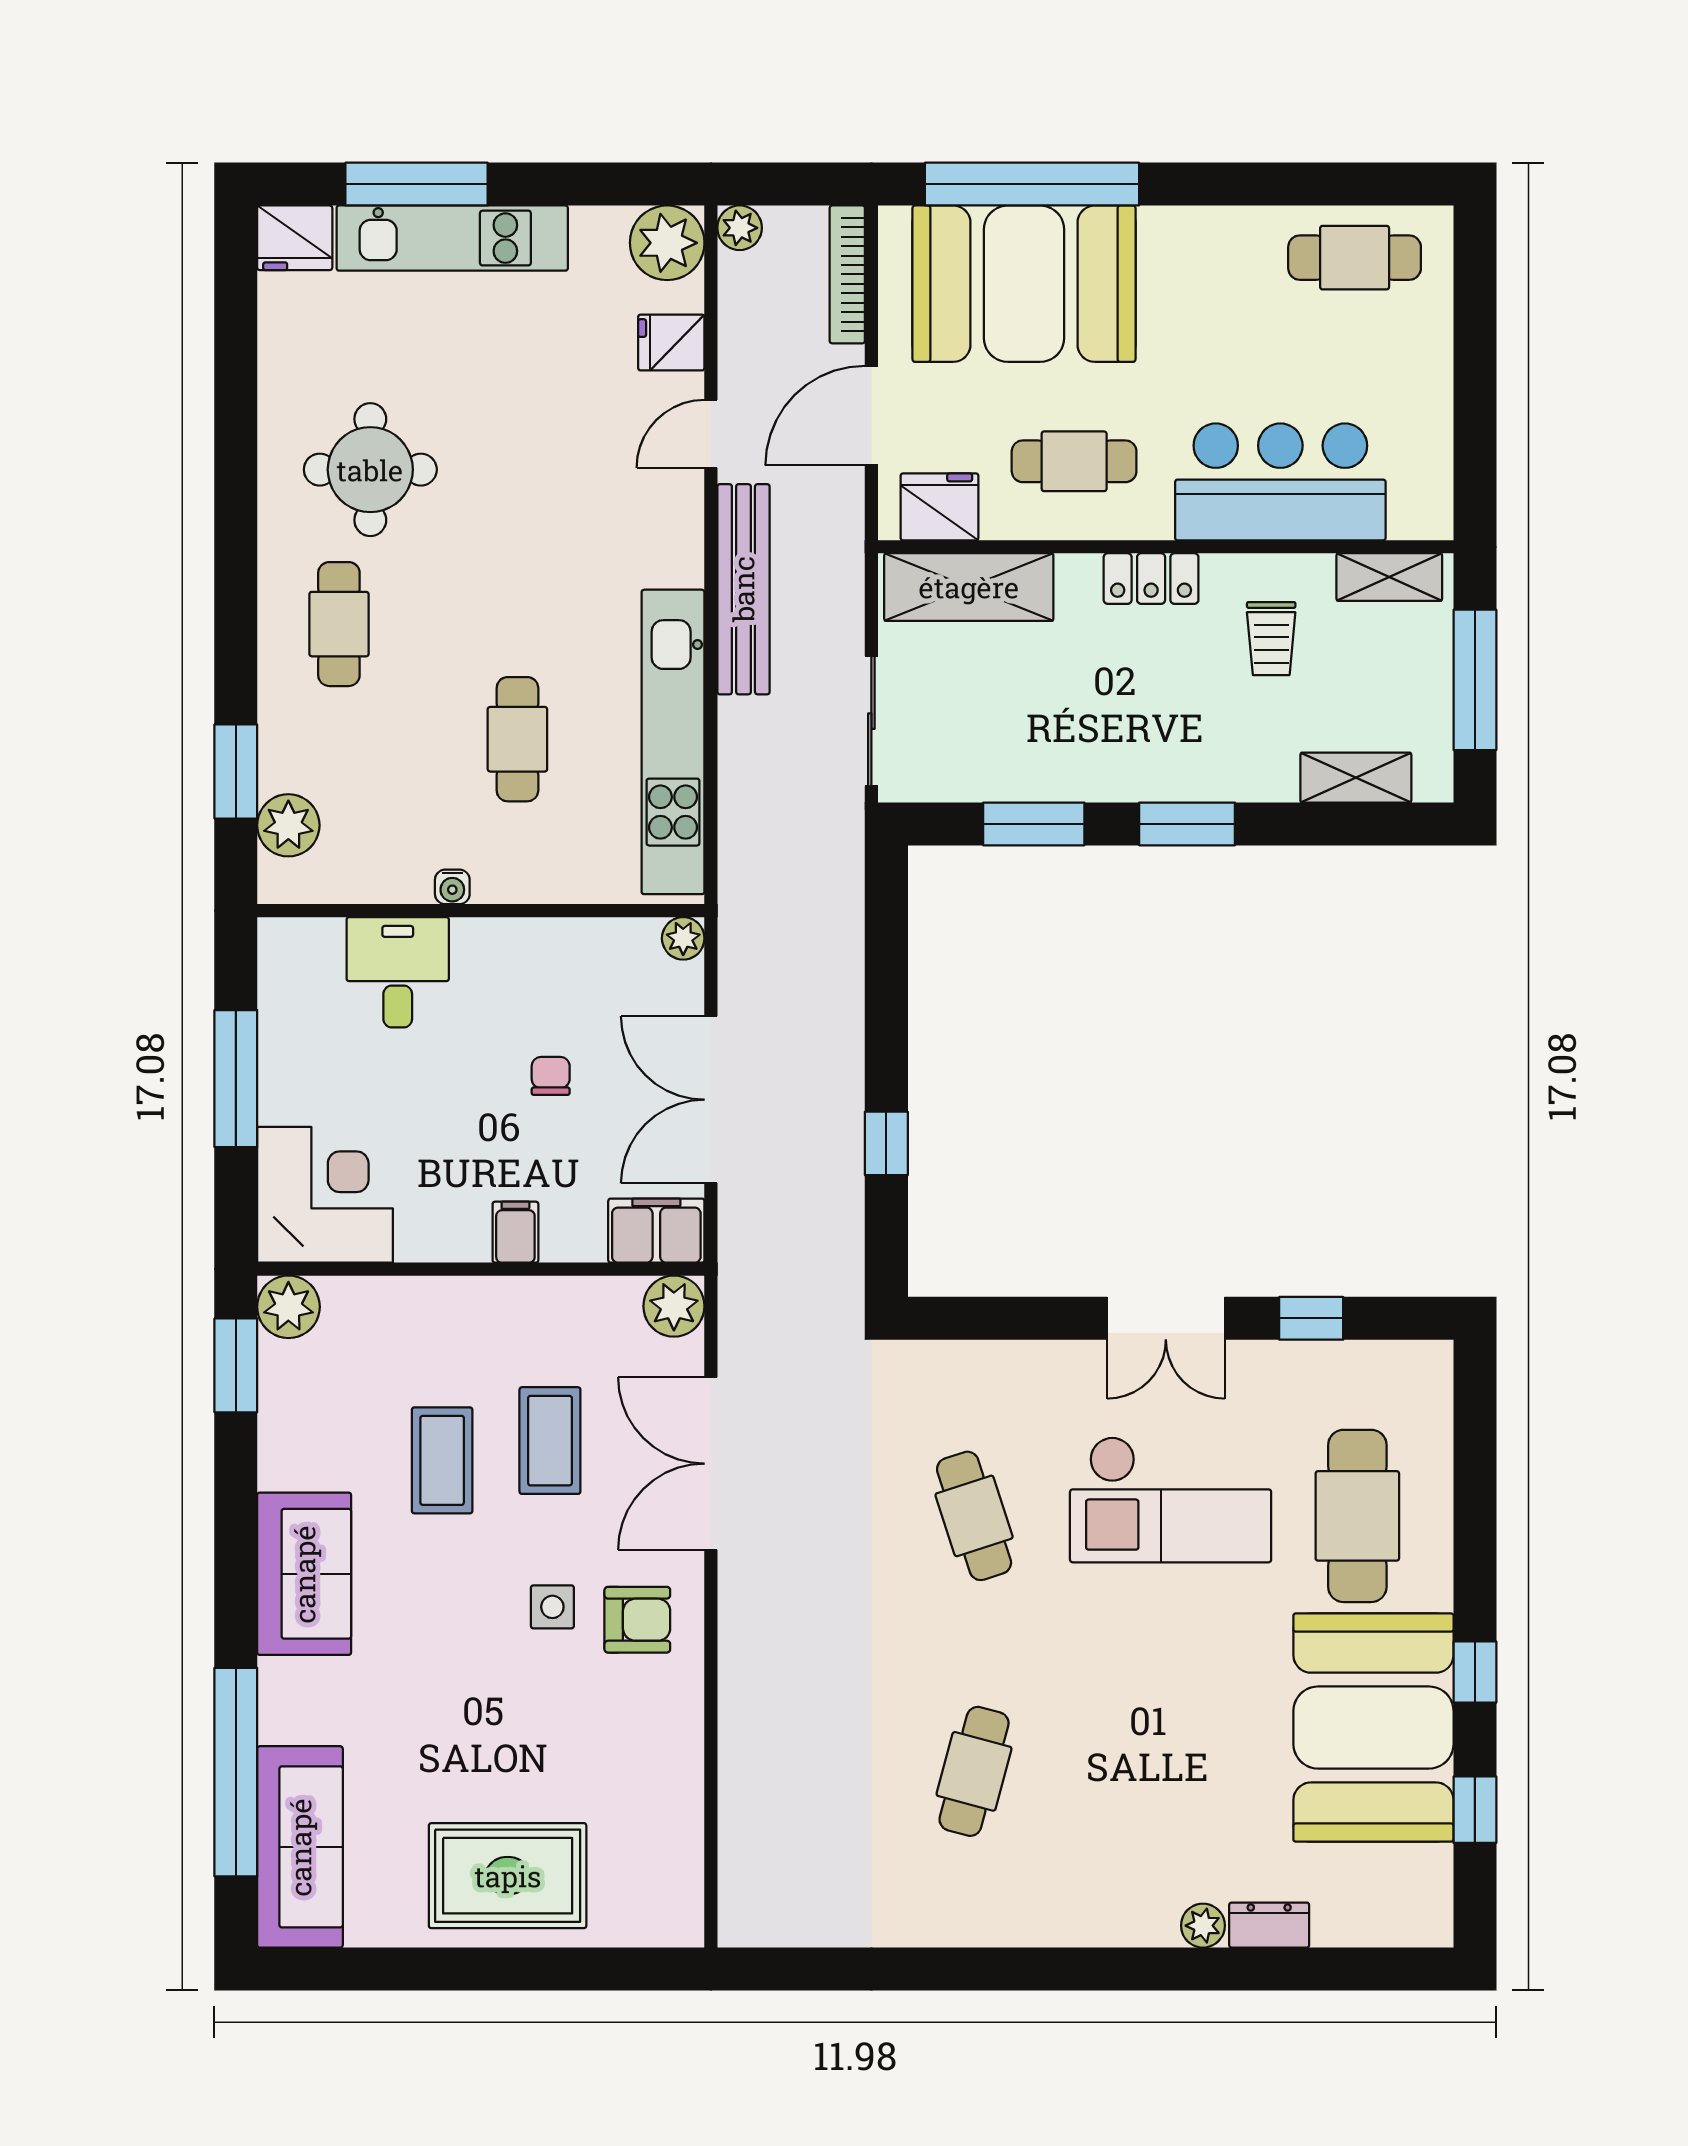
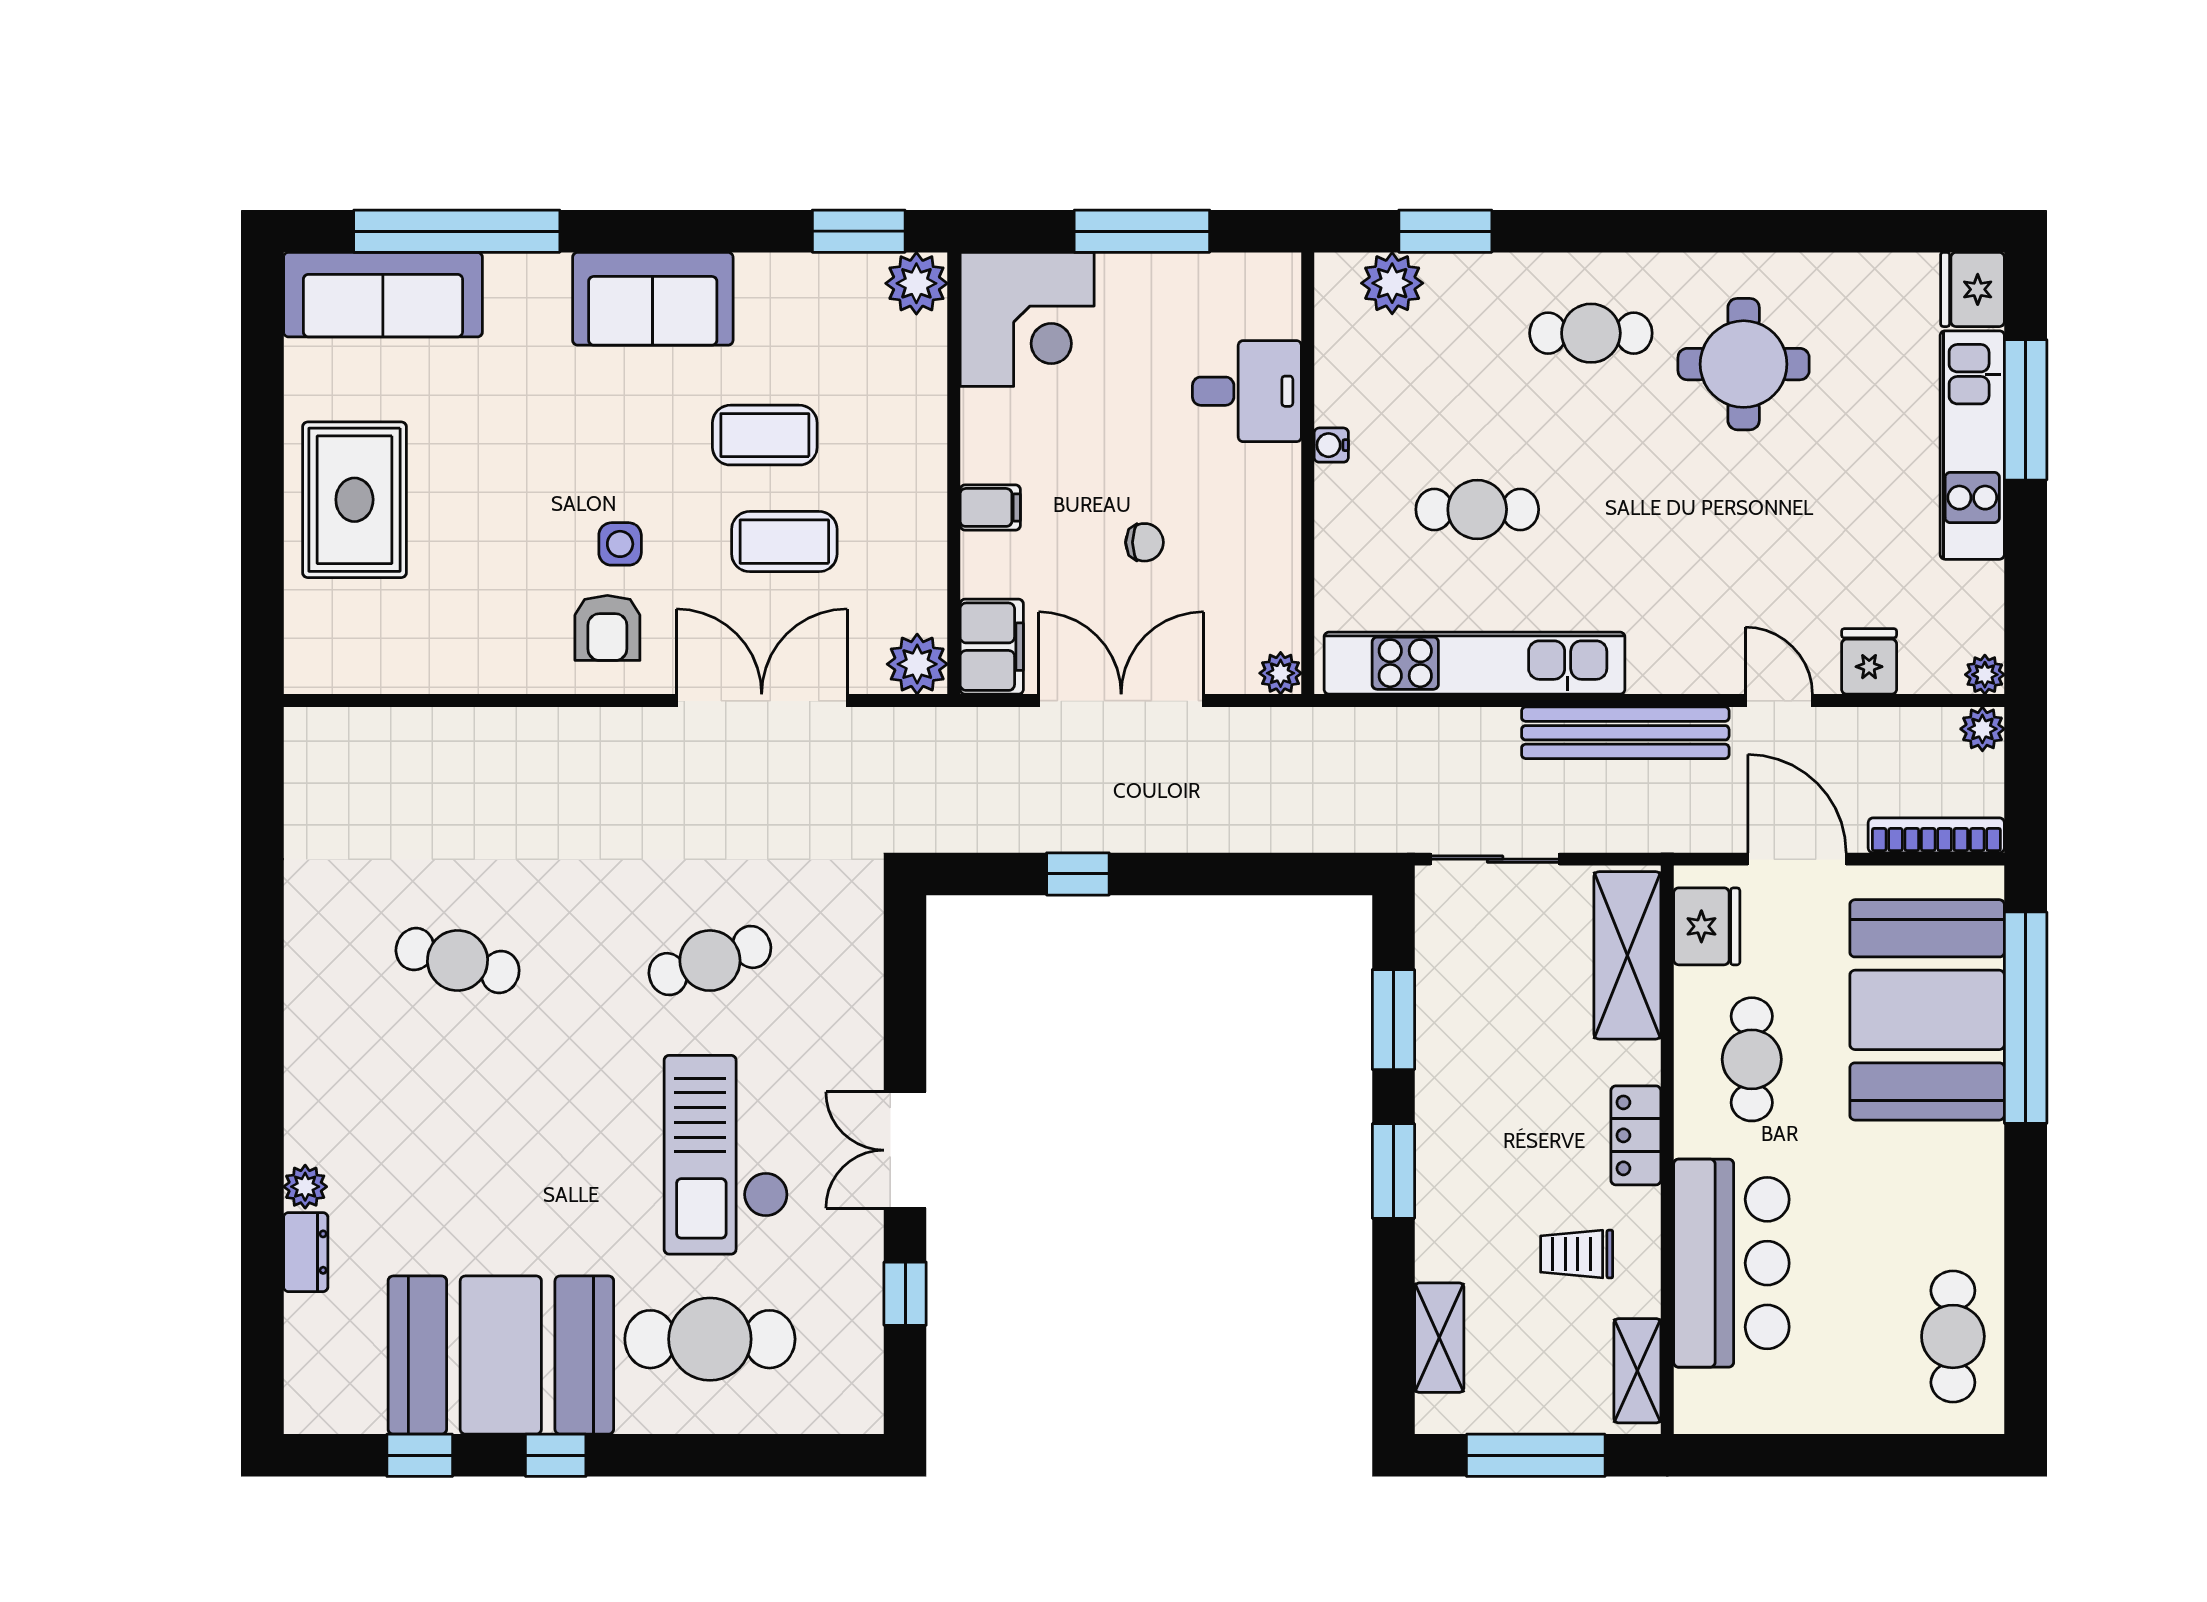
plant: (667, 243) -> (1985, 675), width x0.53, depth x0.53

